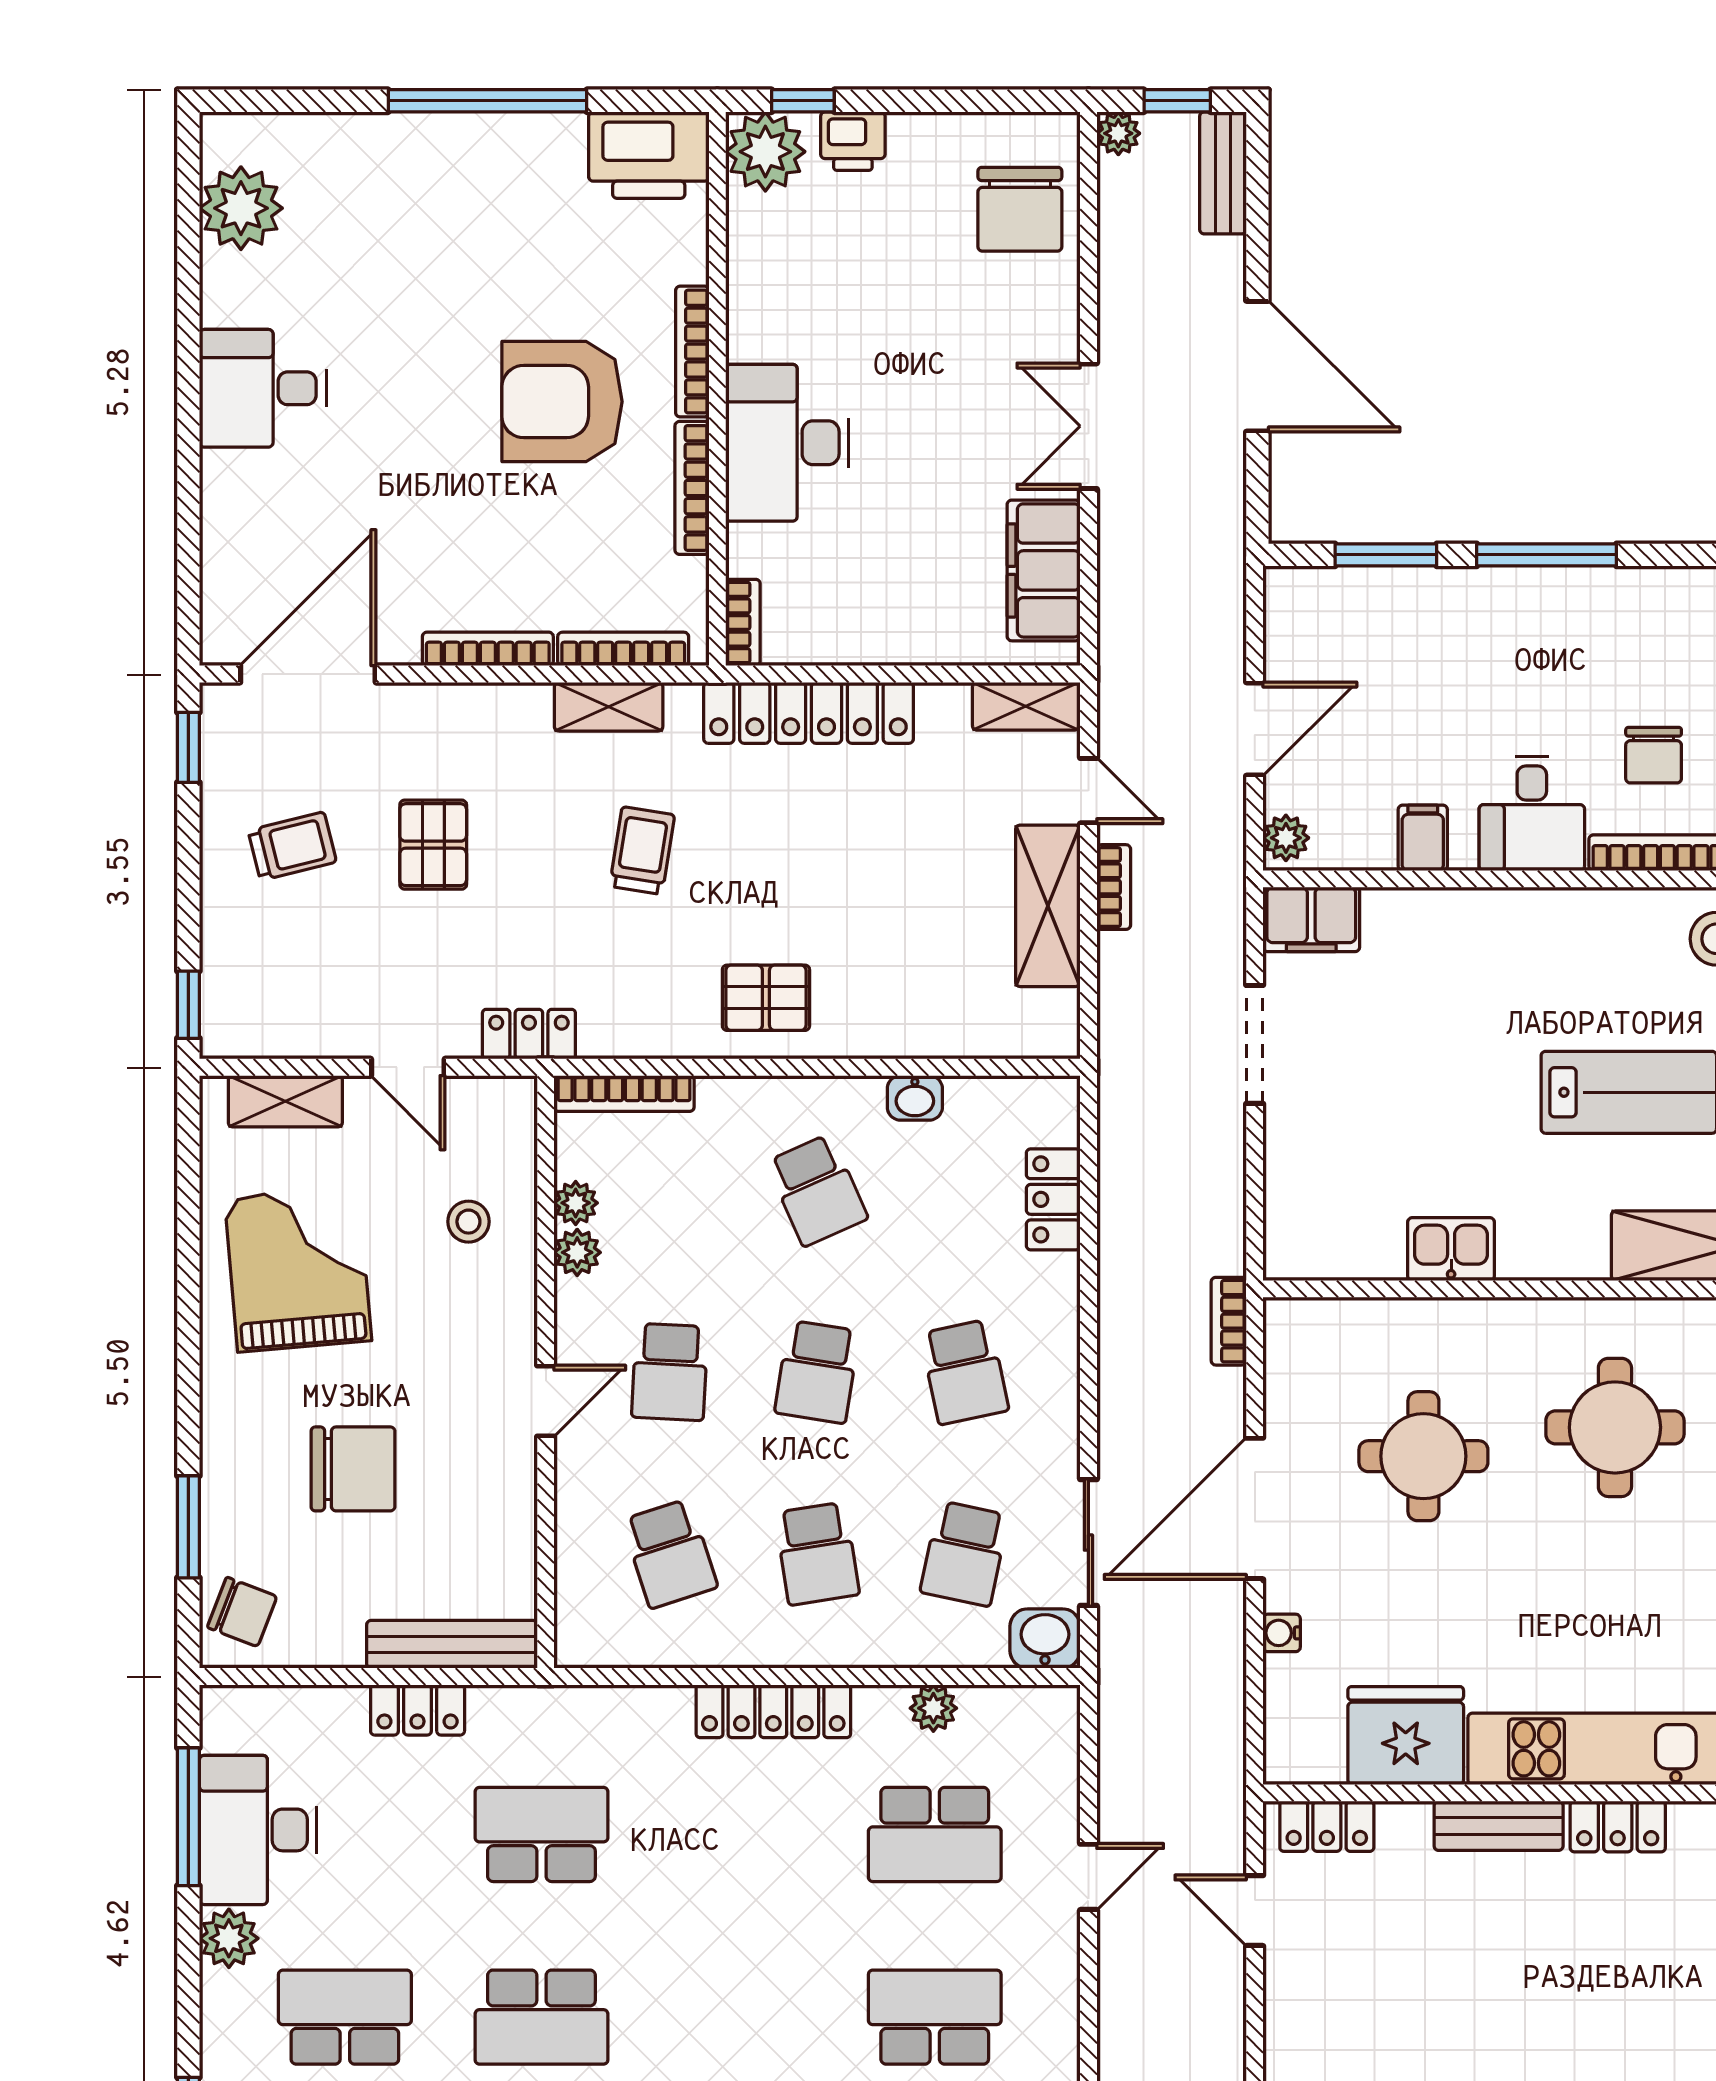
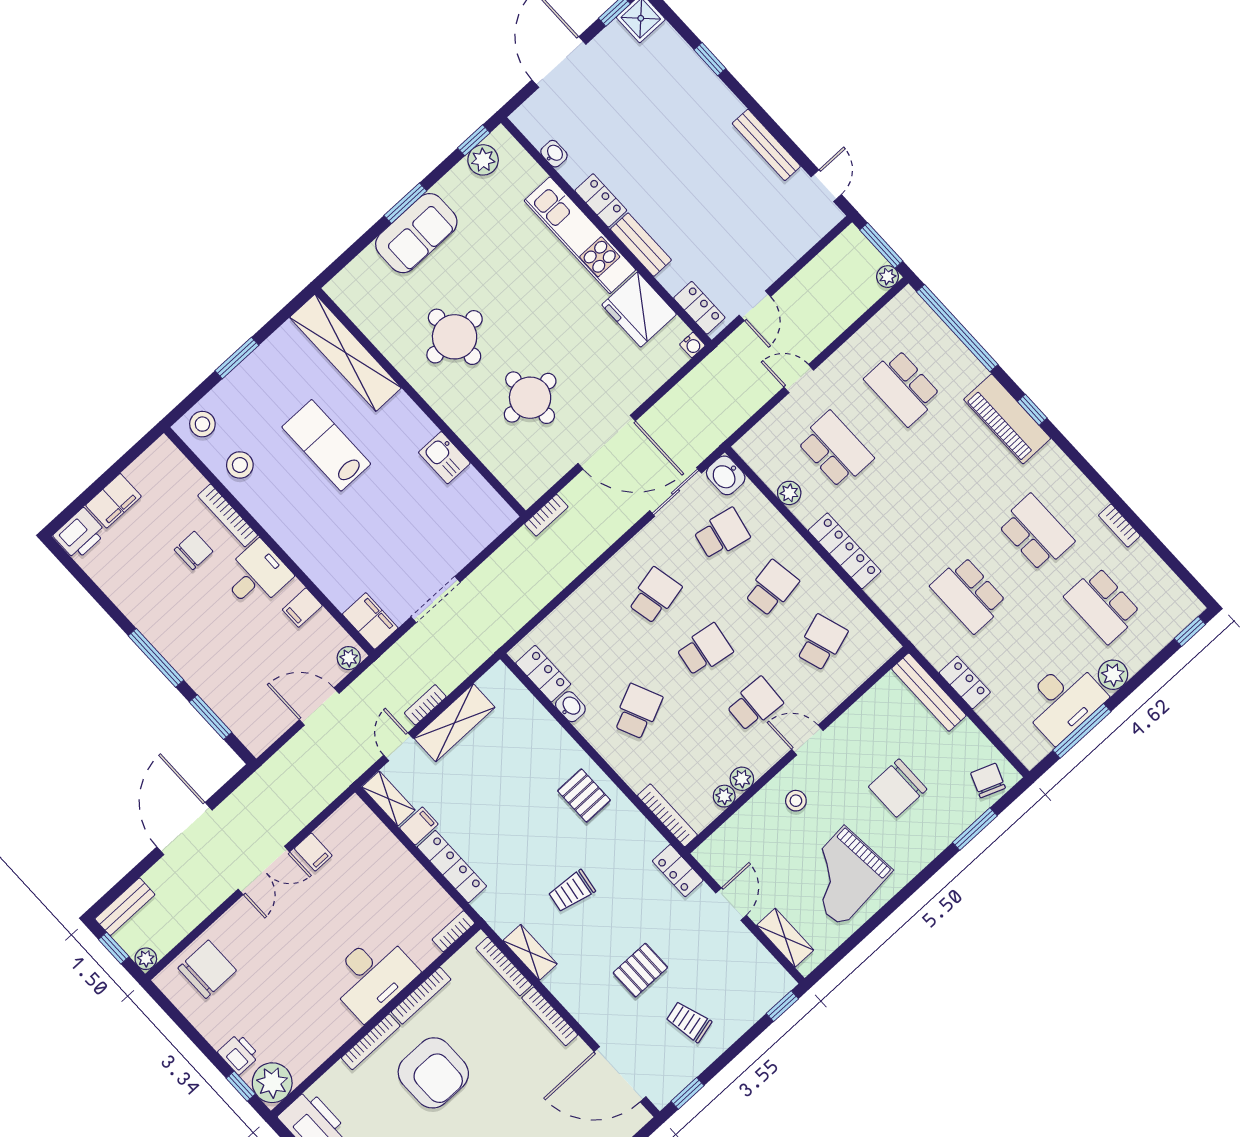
filing cabinet: (1044, 570) -> (313, 852), width x0.33, depth x0.86
locker: (809, 713) -> (452, 867), width x0.71, depth x0.83
filing cabinet: (944, 714) -> (419, 826), added
locker: (1053, 1199) -> (543, 674), moved, turned -90
stool: (468, 1222) -> (796, 801), moved
chair: (353, 1469) -> (898, 788), turned -90
water cooler: (1282, 1633) -> (692, 345), moved

